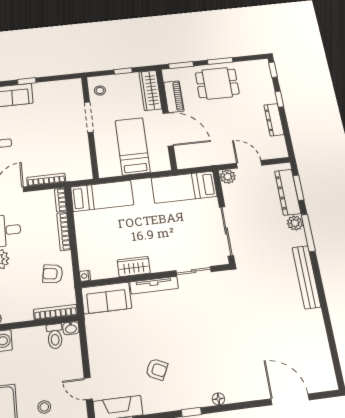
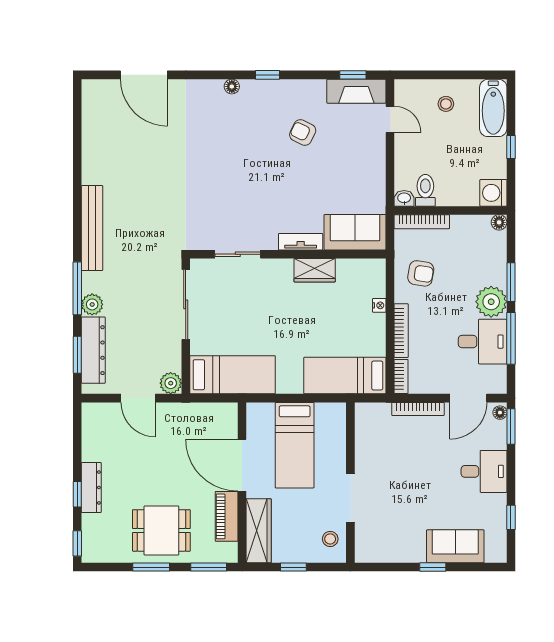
dresser: (274, 120) -> (91, 487), moved
nightstand: (85, 276) -> (379, 305), moved
tv unit: (154, 285) -> (301, 242), width x0.71

